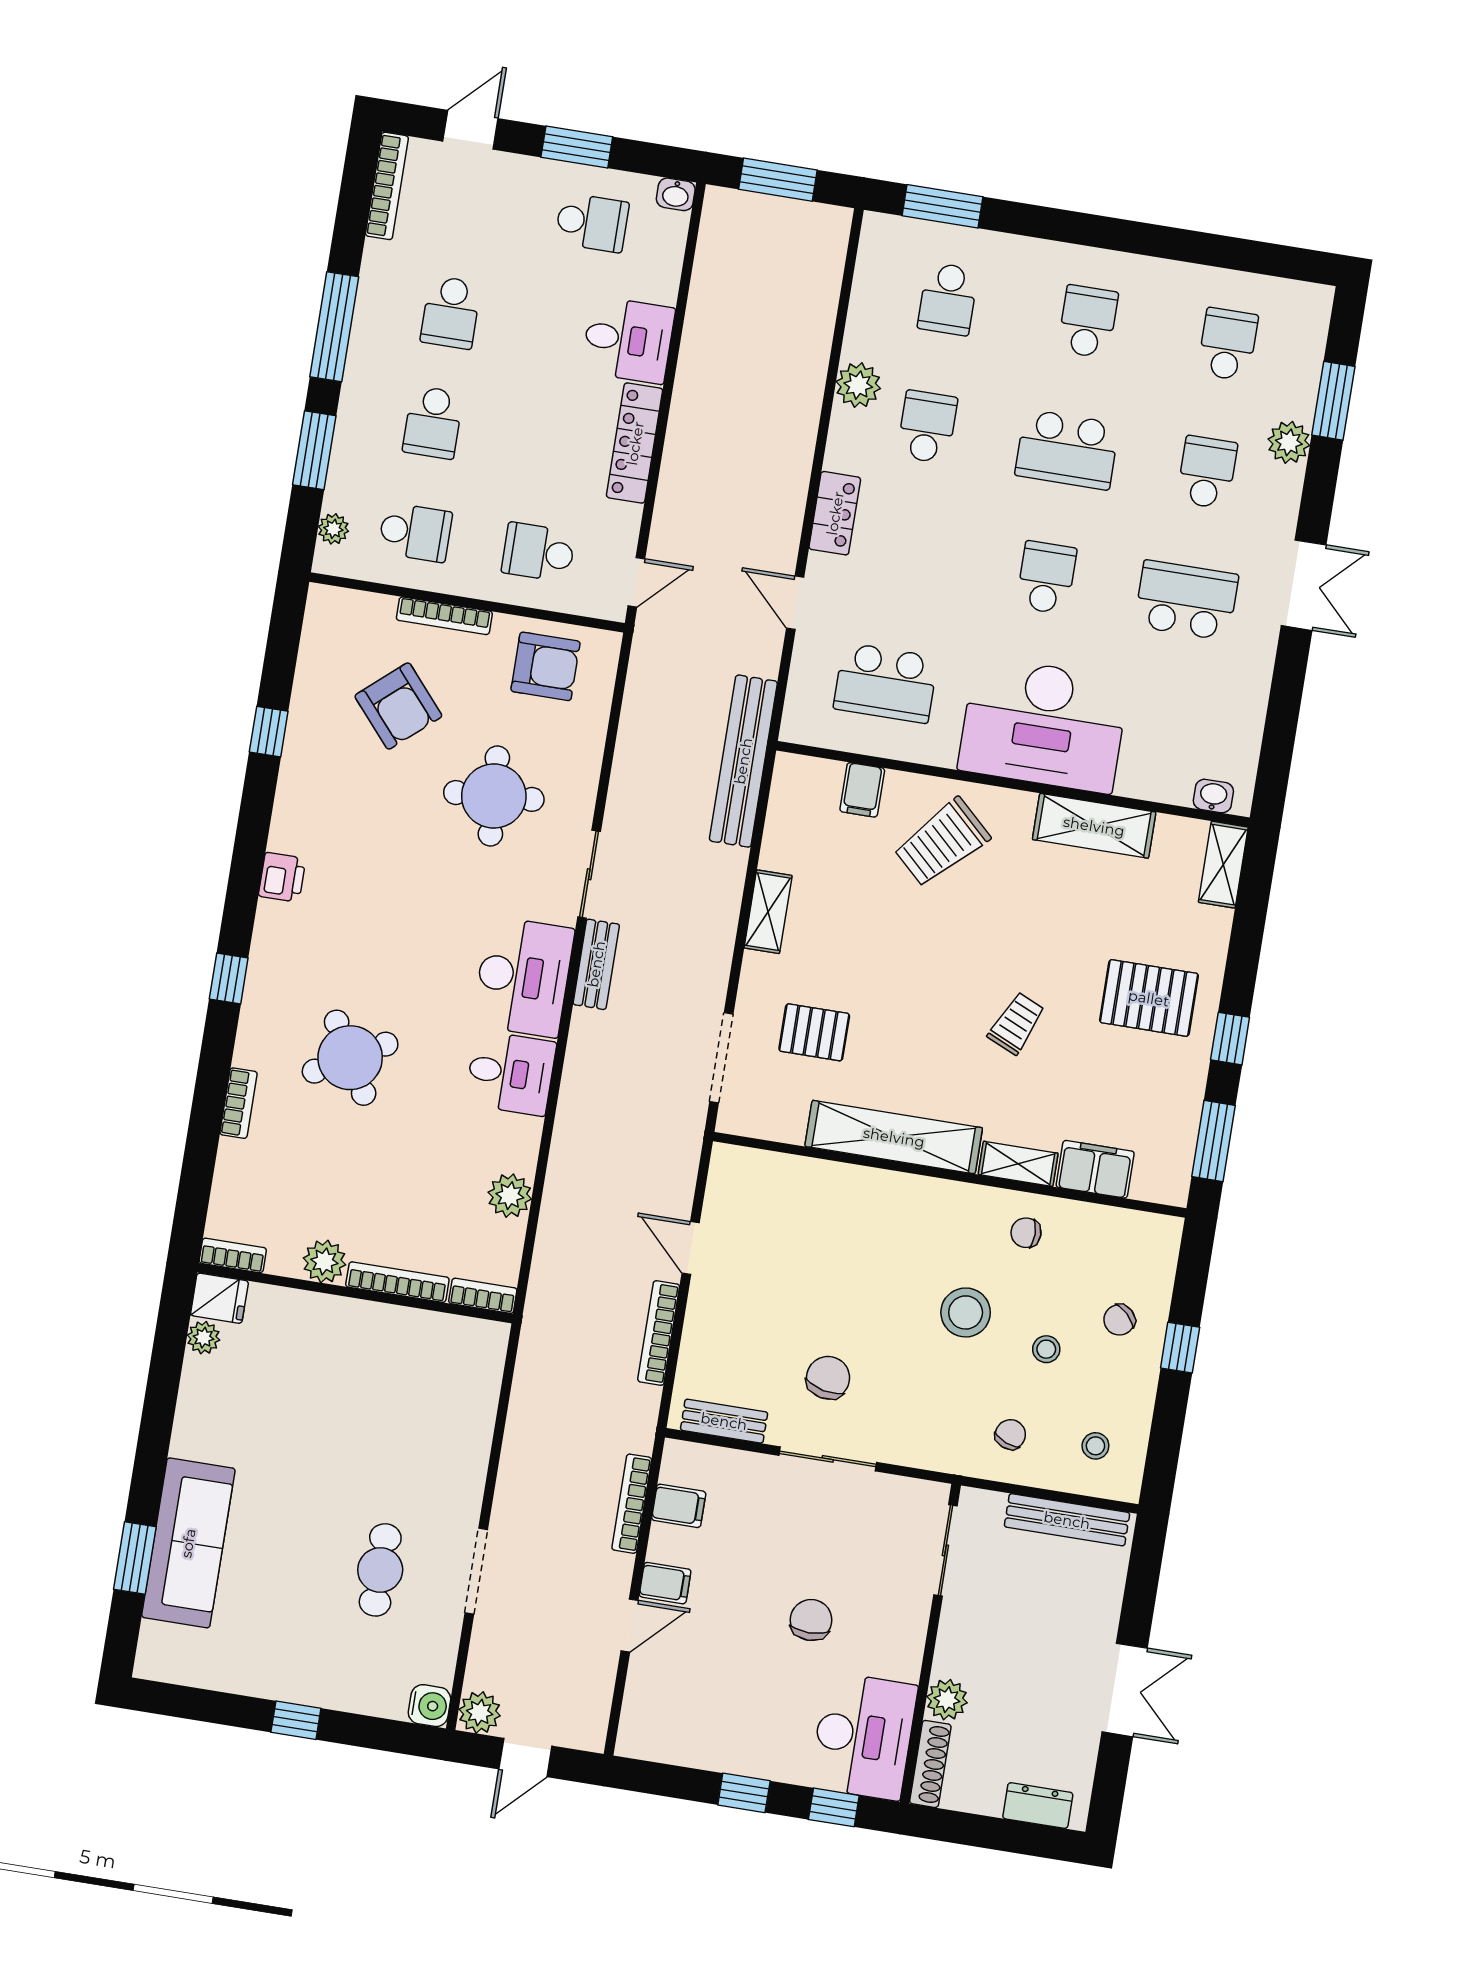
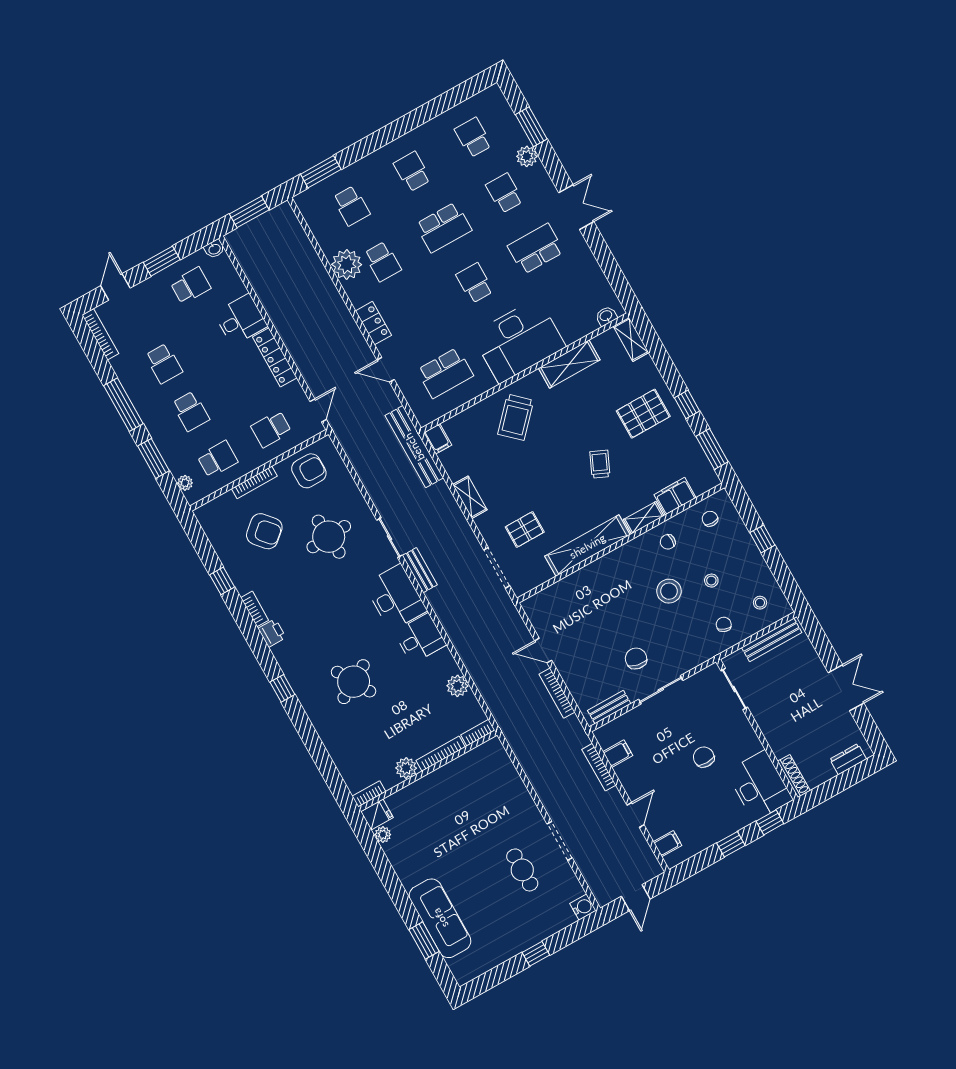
plant: (858, 385) -> (347, 265), width x1.36, depth x1.36
school desk: (927, 427) -> (383, 261), turned 180
filing cabinet: (862, 790) -> (438, 439), moved
bookcase: (239, 1103) -> (255, 609), moved
chair: (1119, 1320) -> (710, 519), moved, turned 136
filing cabinet: (665, 1583) -> (668, 844), moved
plant: (947, 1700) -> (781, 746), removed
plant: (480, 1712) -> (604, 894), removed

